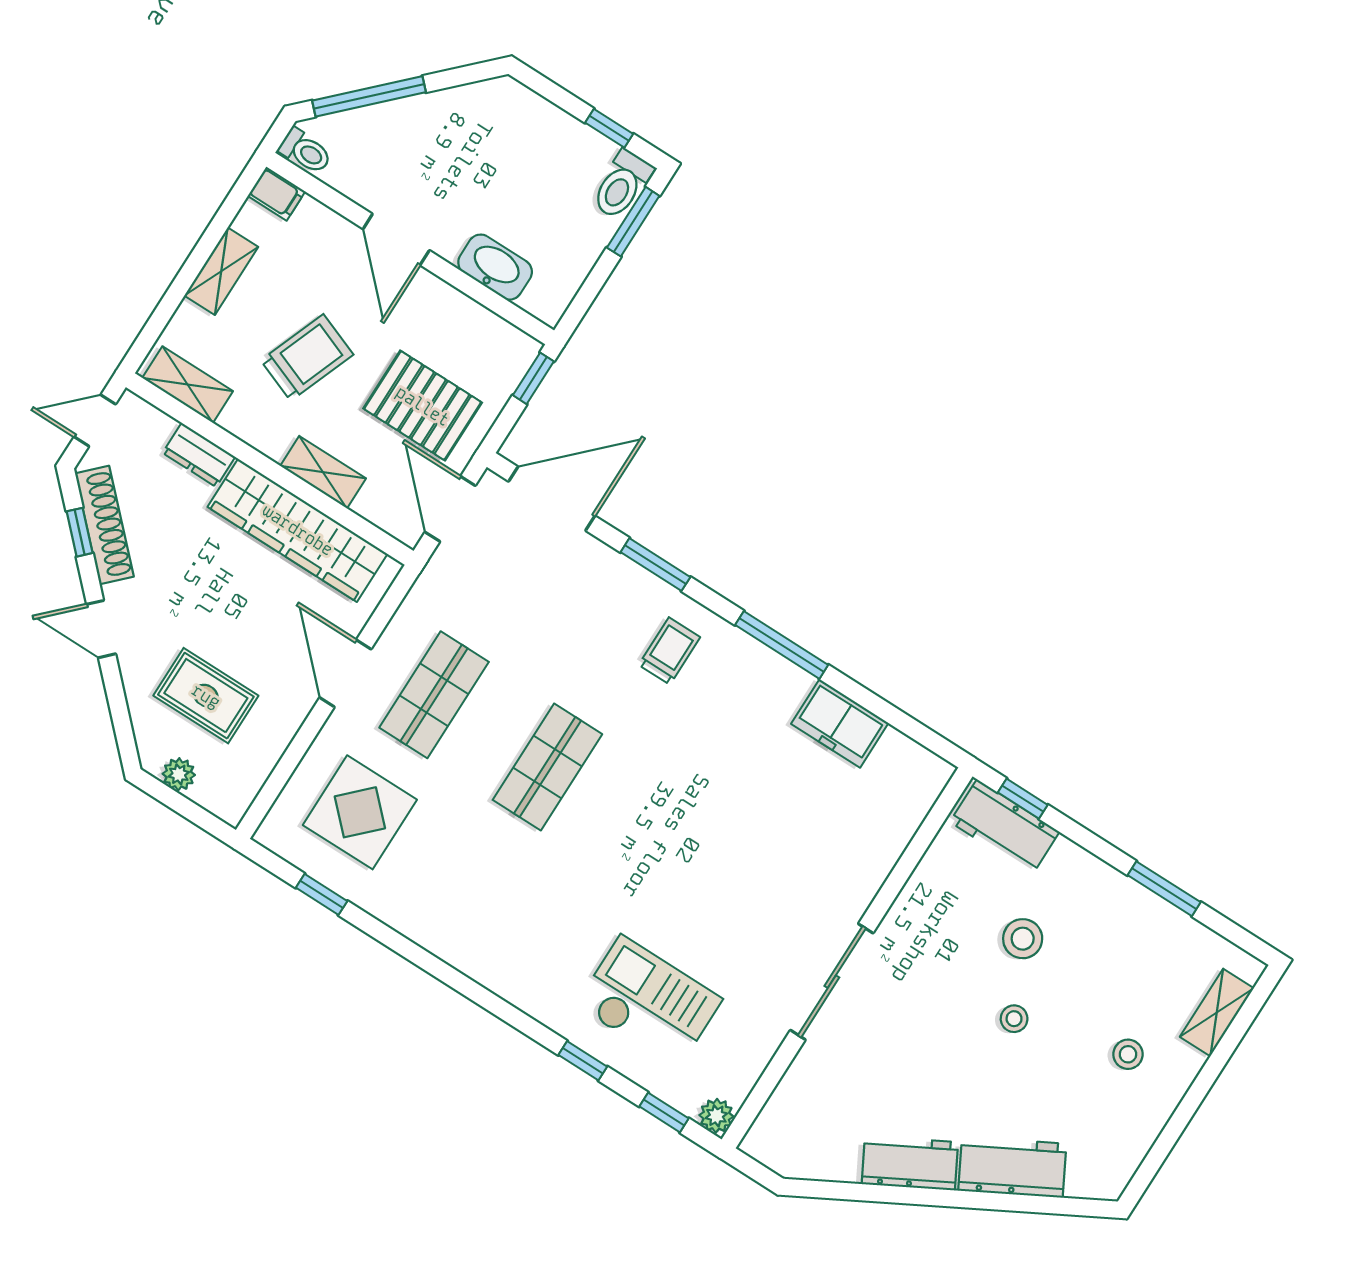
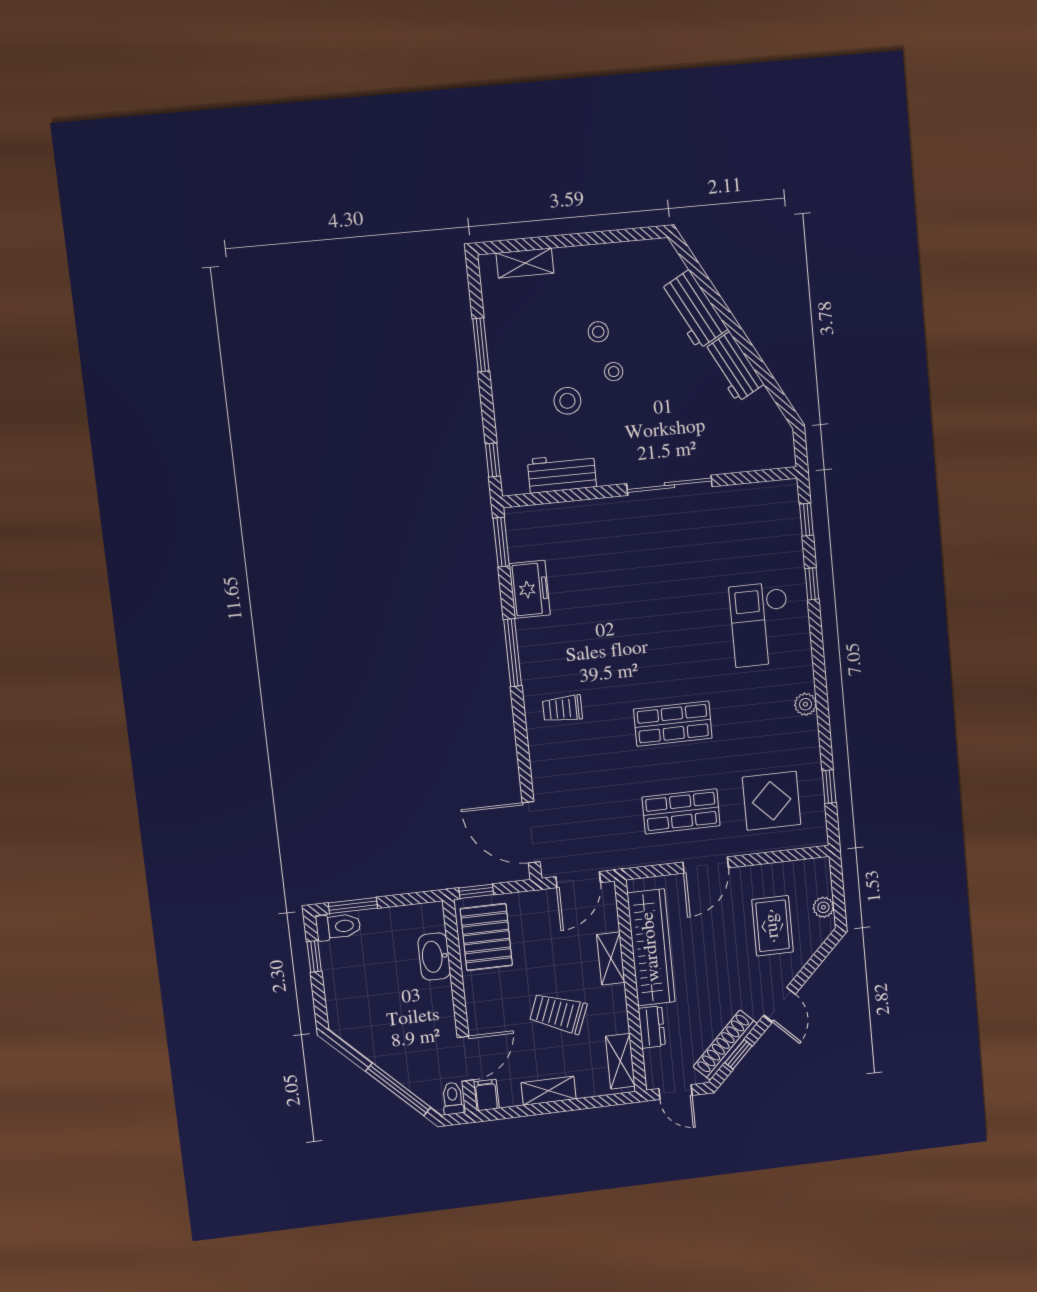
door: (396, 240) -> (465, 1059), moved
pallet: (423, 406) -> (486, 937), moved
window: (655, 565) -> (501, 542), moved
workbench: (1005, 827) -> (562, 473), moved, turned -90
checkout: (649, 1002) -> (760, 624), moved
stool: (1128, 1054) -> (598, 332), moved
plant: (716, 1116) -> (805, 704), moved

